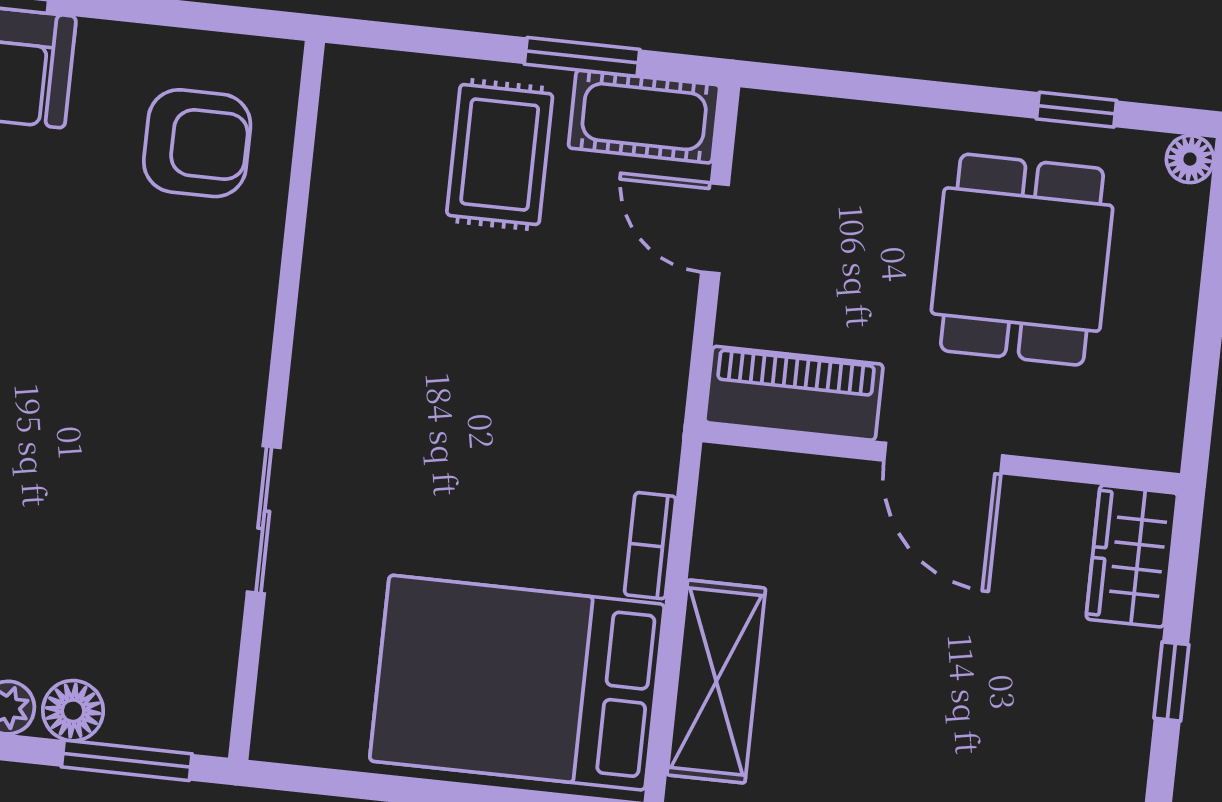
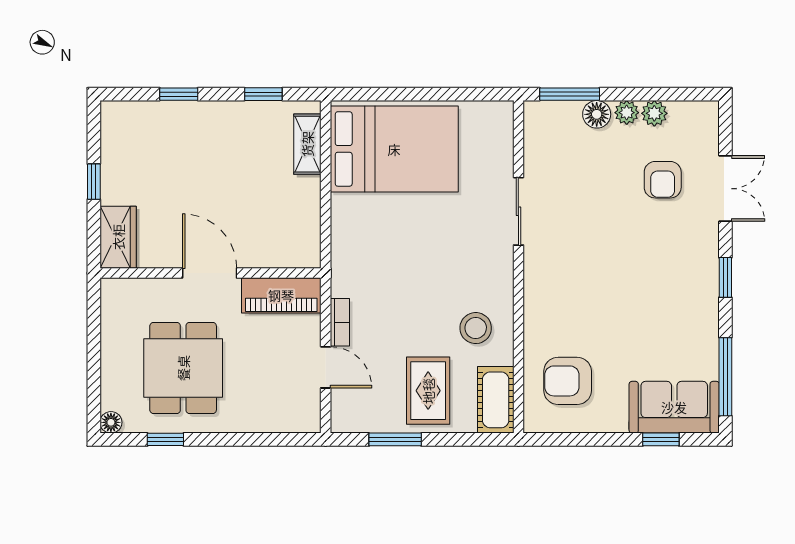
cot: (644, 117) -> (496, 400), moved, turned 90
stool: (383, 278) -> (476, 328), added
bookcase: (650, 546) -> (340, 322), moved
shelving: (716, 681) -> (307, 144), width x0.67, depth x0.75

